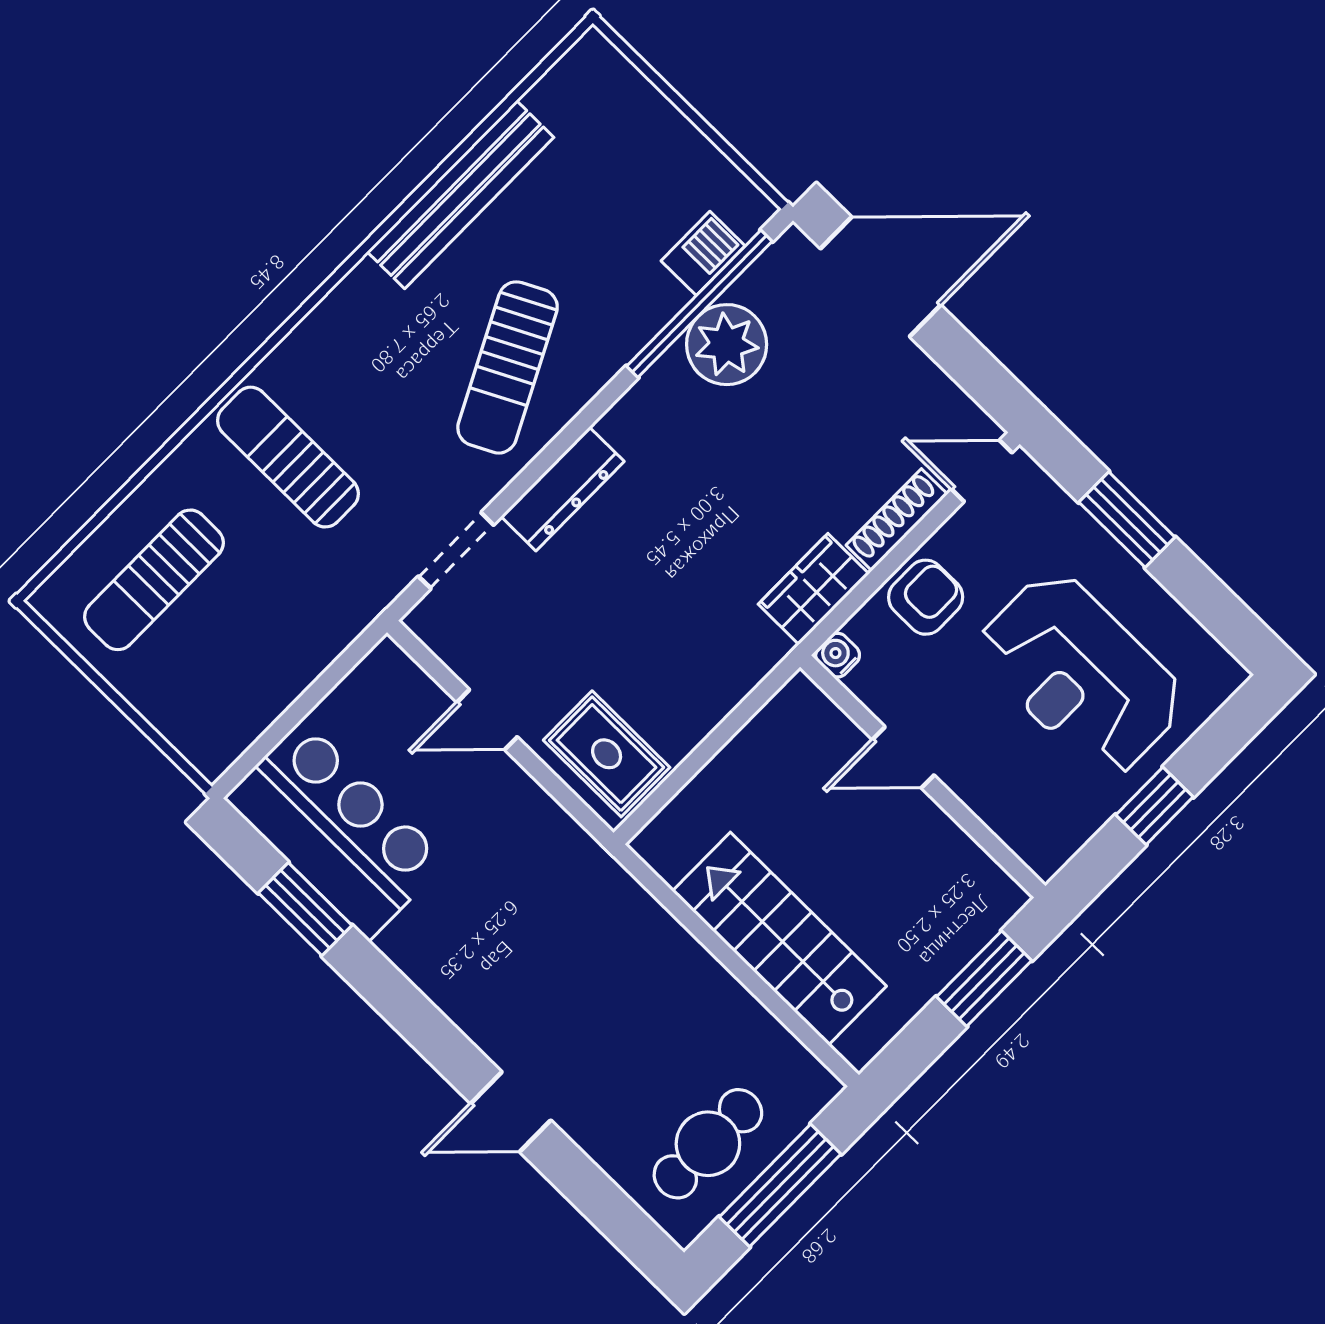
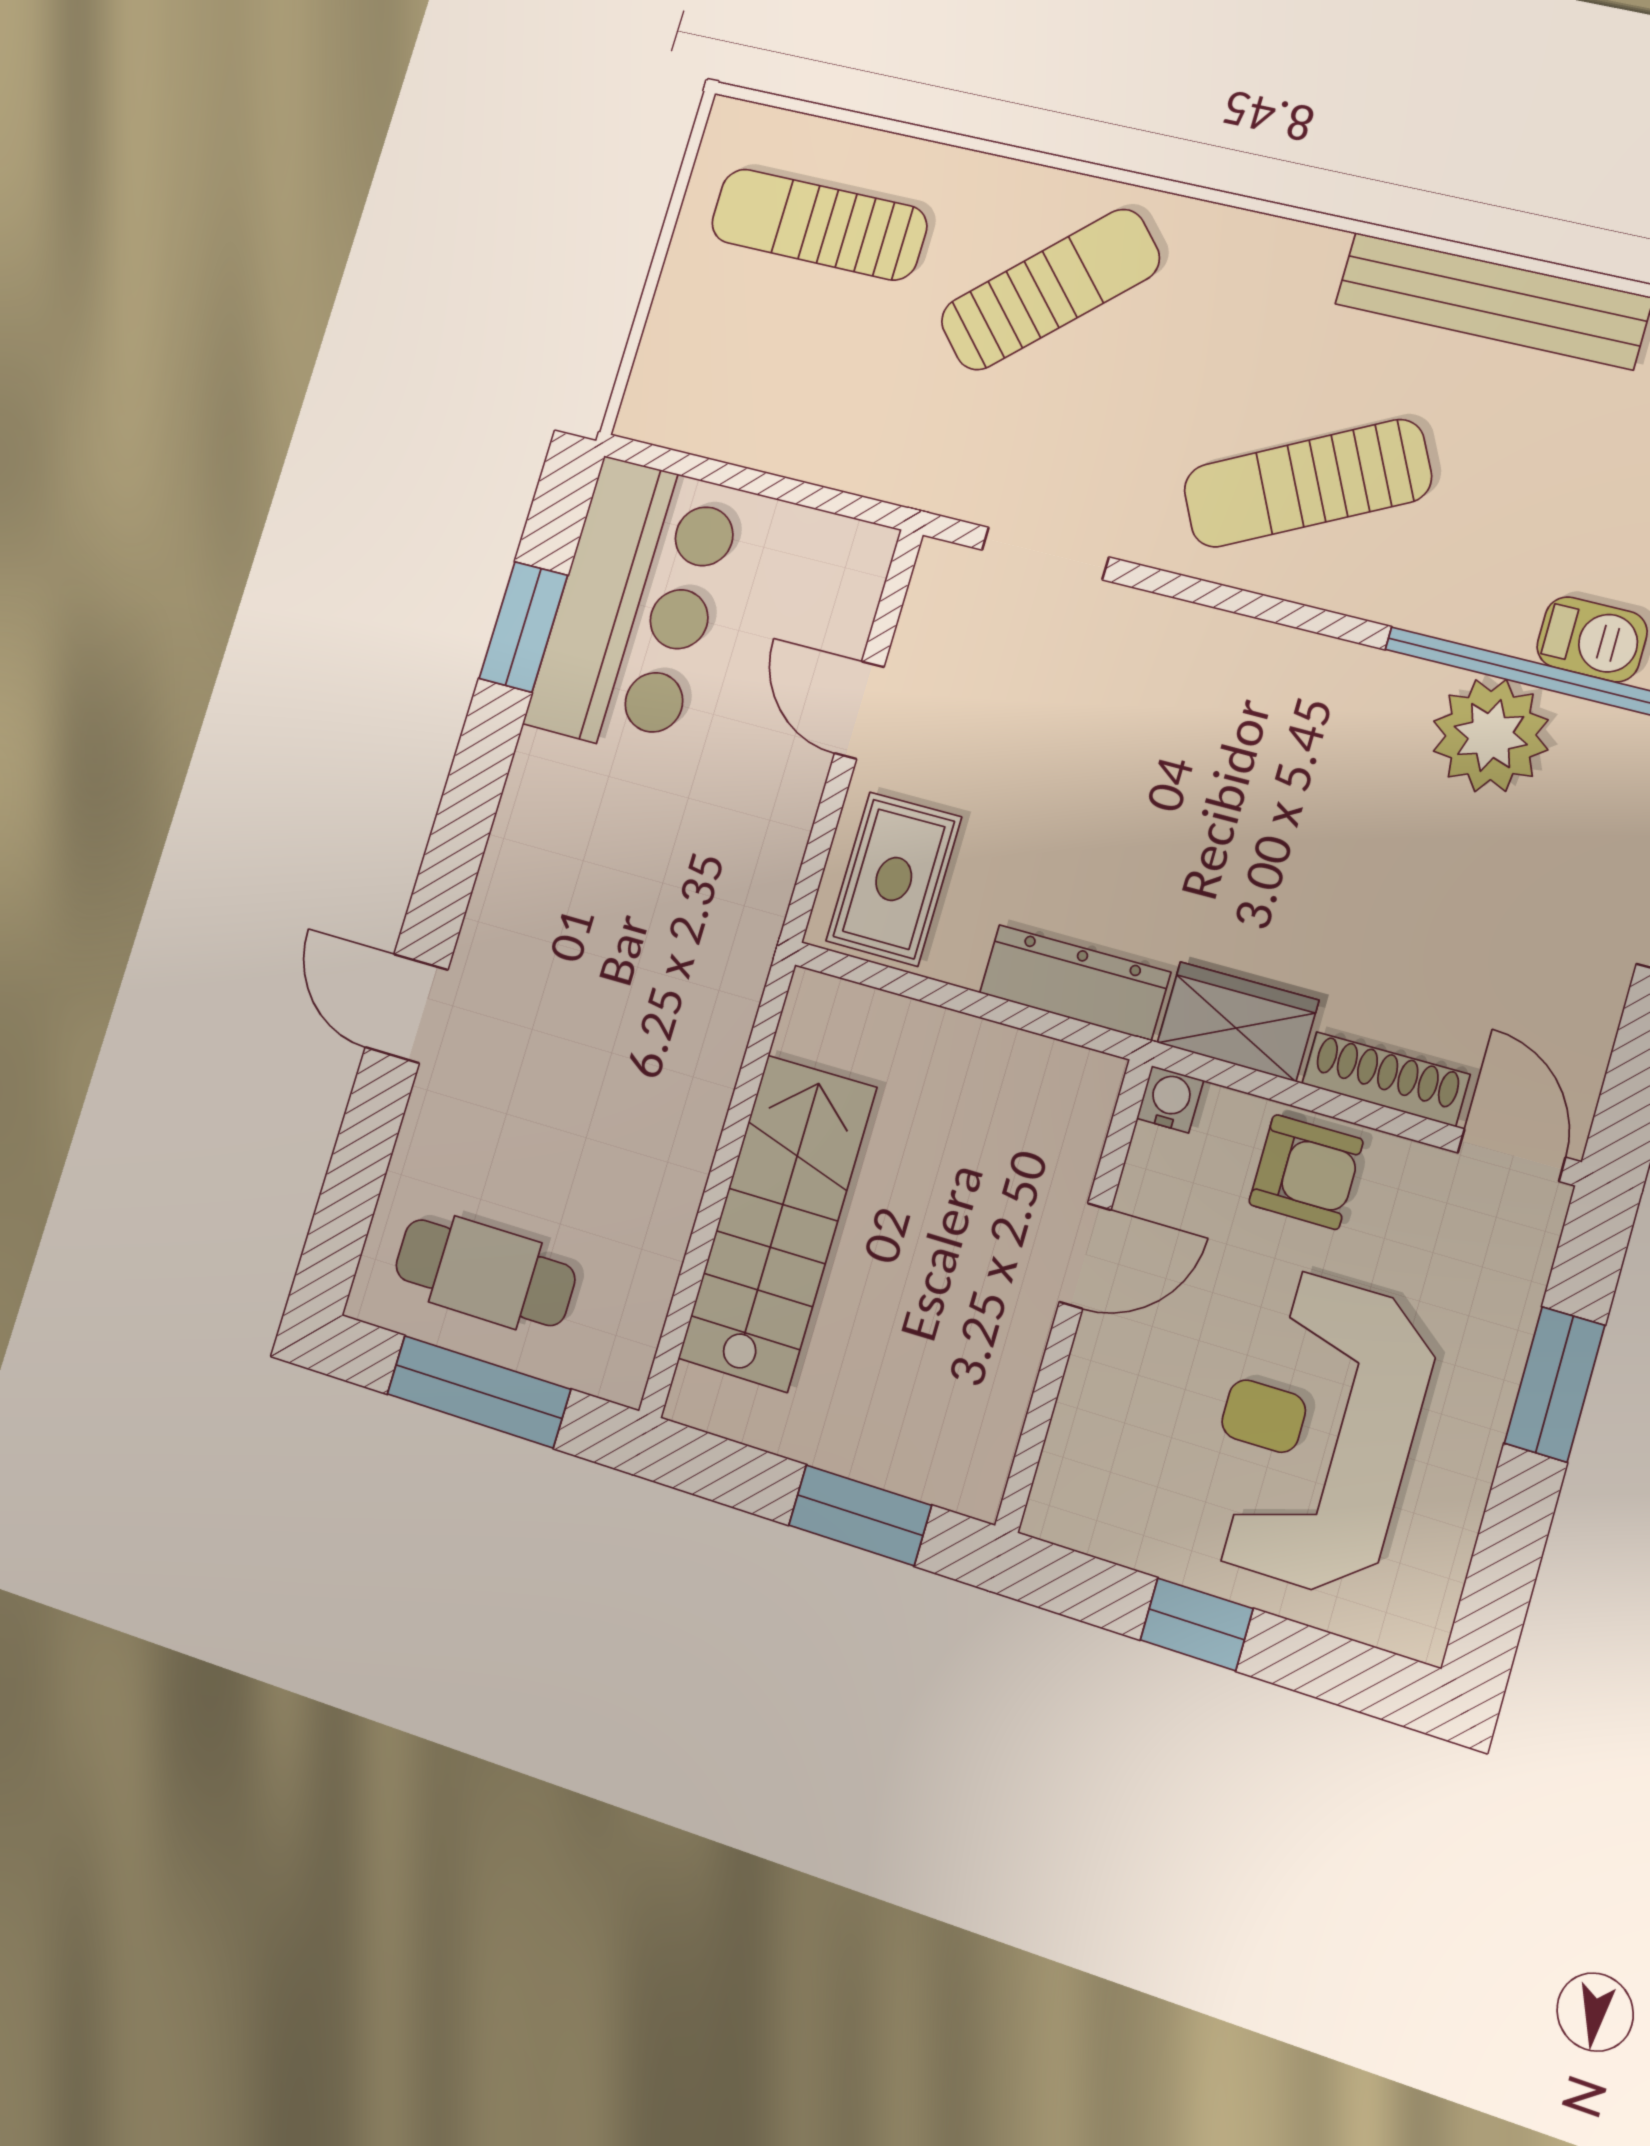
sun lounger: (288, 457) -> (1050, 290), turned 47
dresser: (563, 489) -> (1075, 983), moved, turned 180
door: (903, 757) -> (1085, 1256), swing flipped

